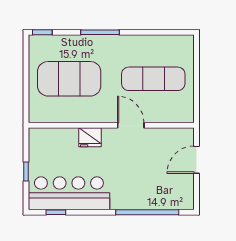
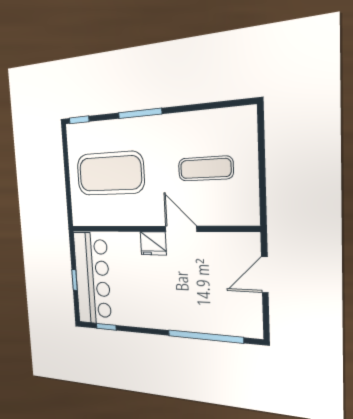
exercise mat: (153, 79) -> (206, 169), width x0.73, depth x0.69
fridge: (90, 137) -> (153, 243), moved
bar counter: (69, 193) -> (92, 278), moved, turned 90

